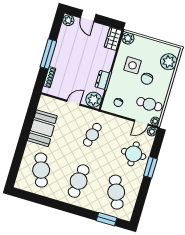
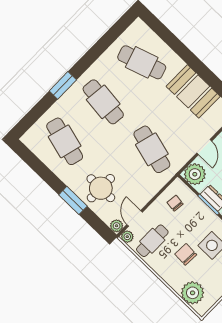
cafe table: (92, 135) -> (152, 149), width x1.37, depth x1.35
cafe table: (116, 192) -> (65, 141), turned 36
window: (107, 219) -> (63, 85), moved

